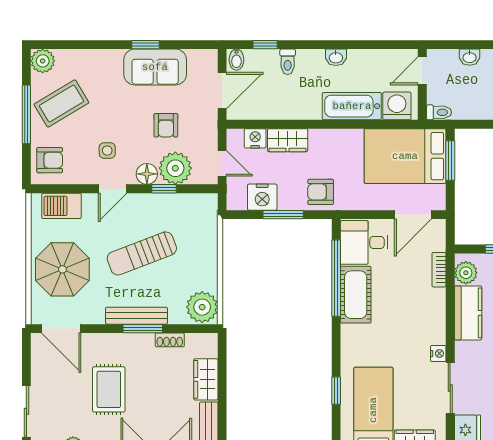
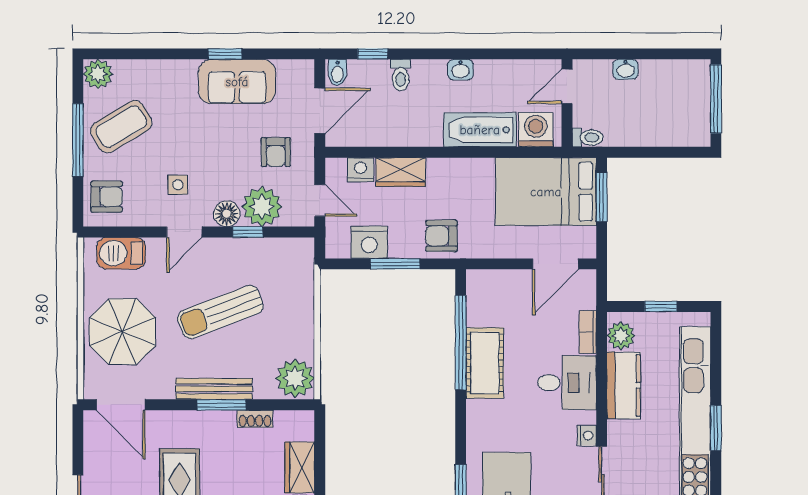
armchair: (166, 125) -> (276, 152), moved
desk: (364, 242) -> (567, 383), moved, turned 180

